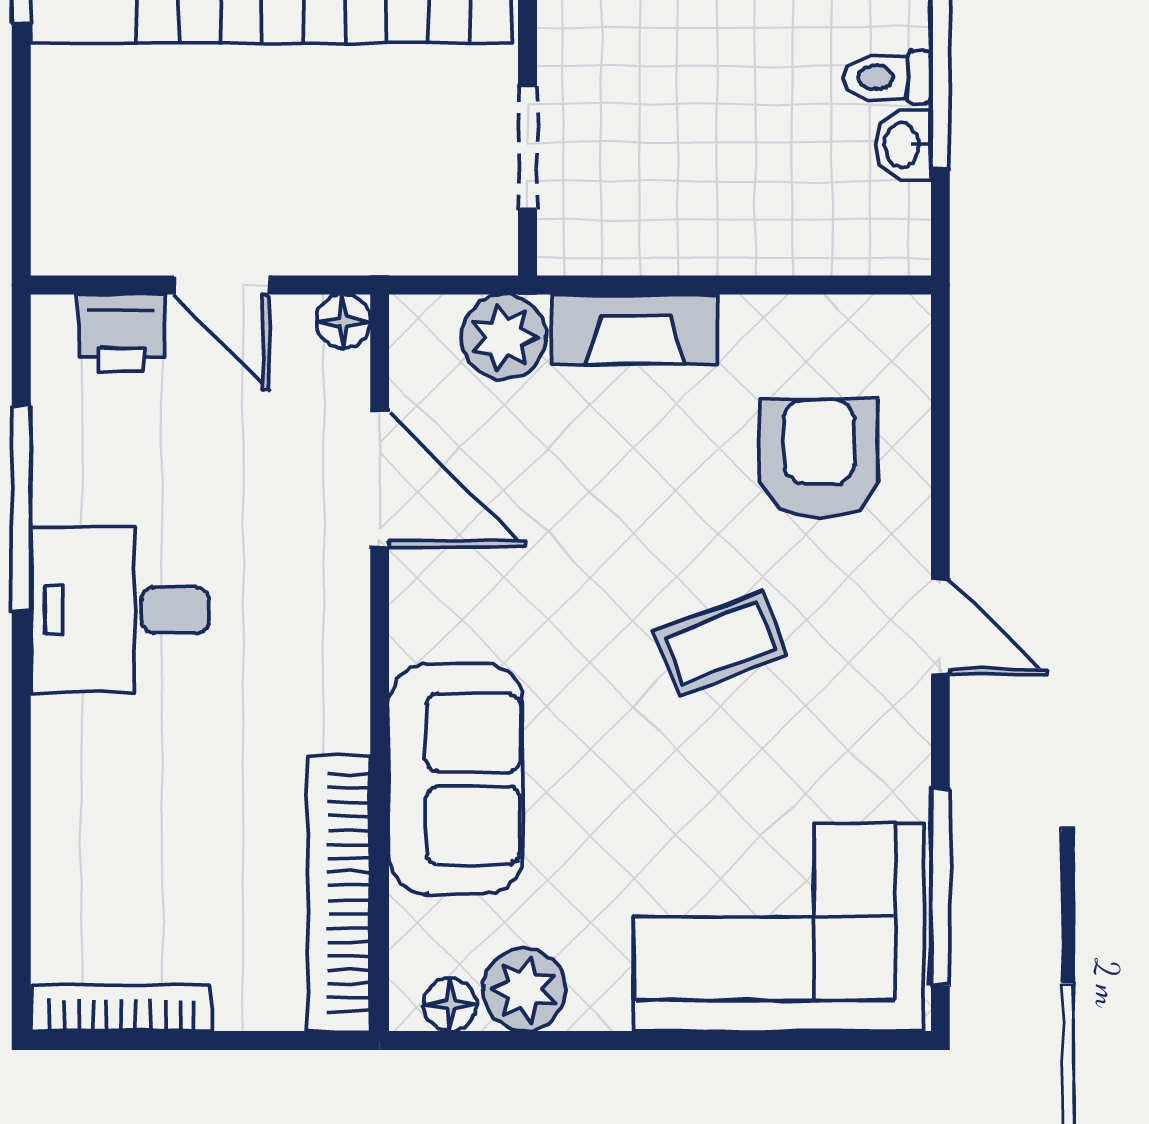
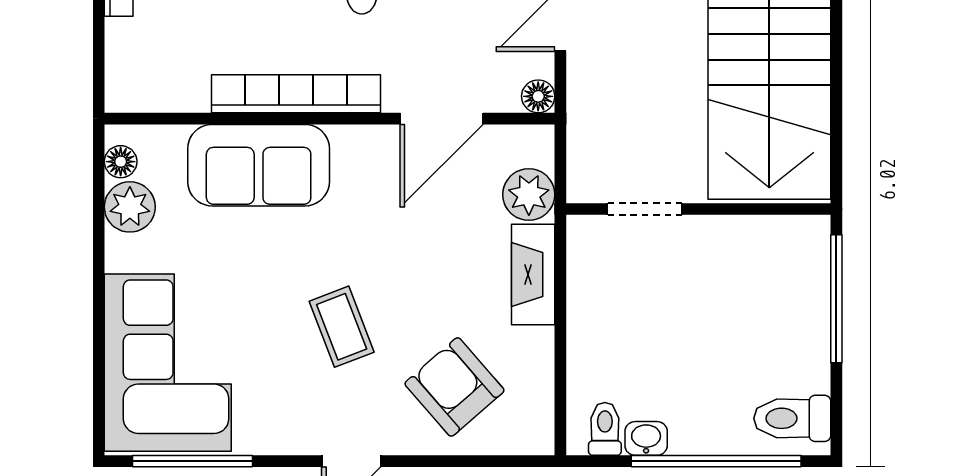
toilet: (887, 77) -> (605, 429), moved
armchair: (819, 458) -> (454, 387), turned -131
bookcase: (339, 893) -> (296, 94), moved

